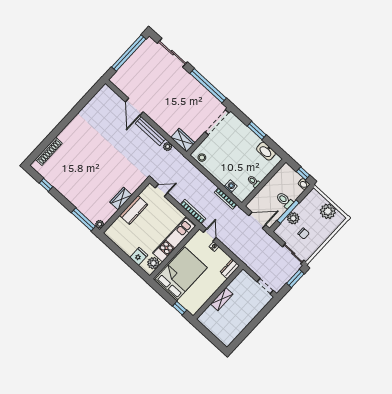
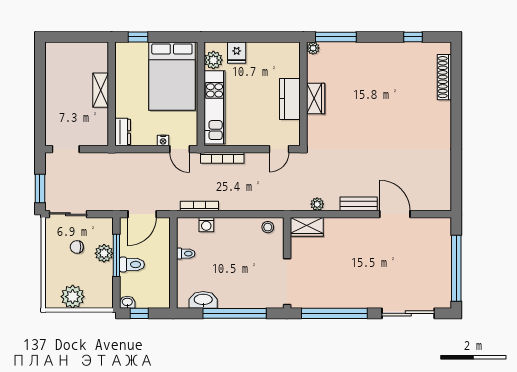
bench: (151, 131) -> (359, 204), width x0.73
window: (257, 131) -> (235, 313), width x2.11

